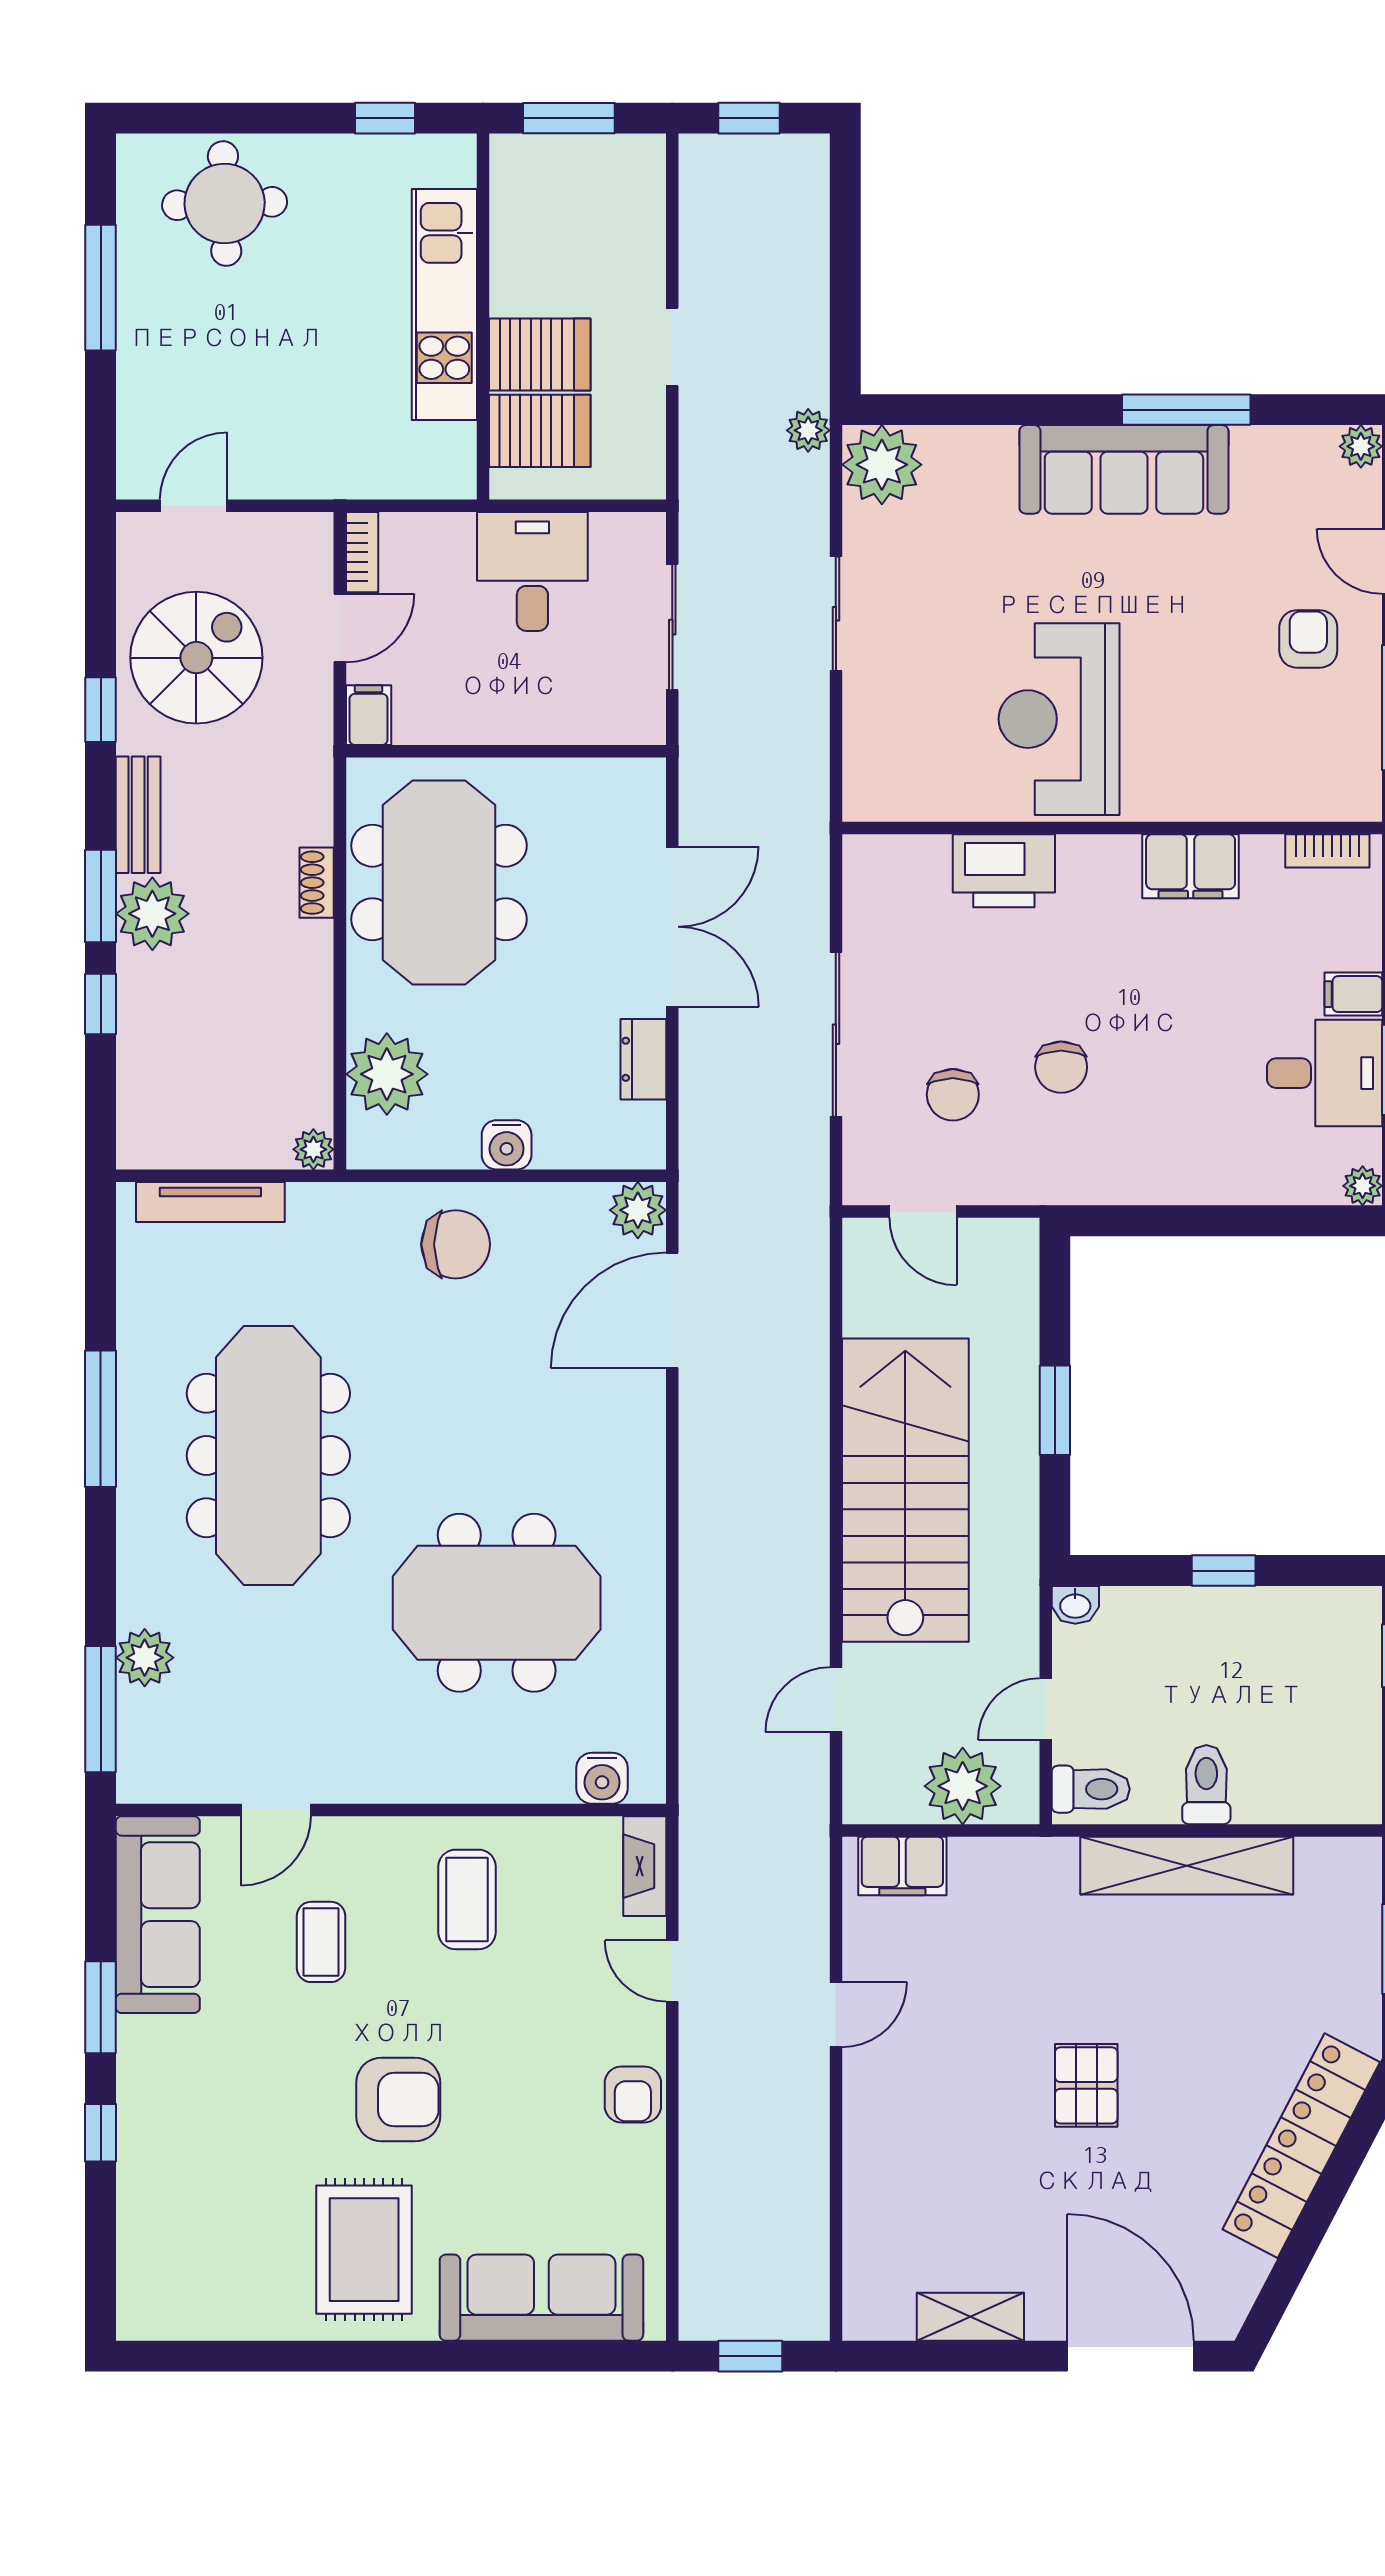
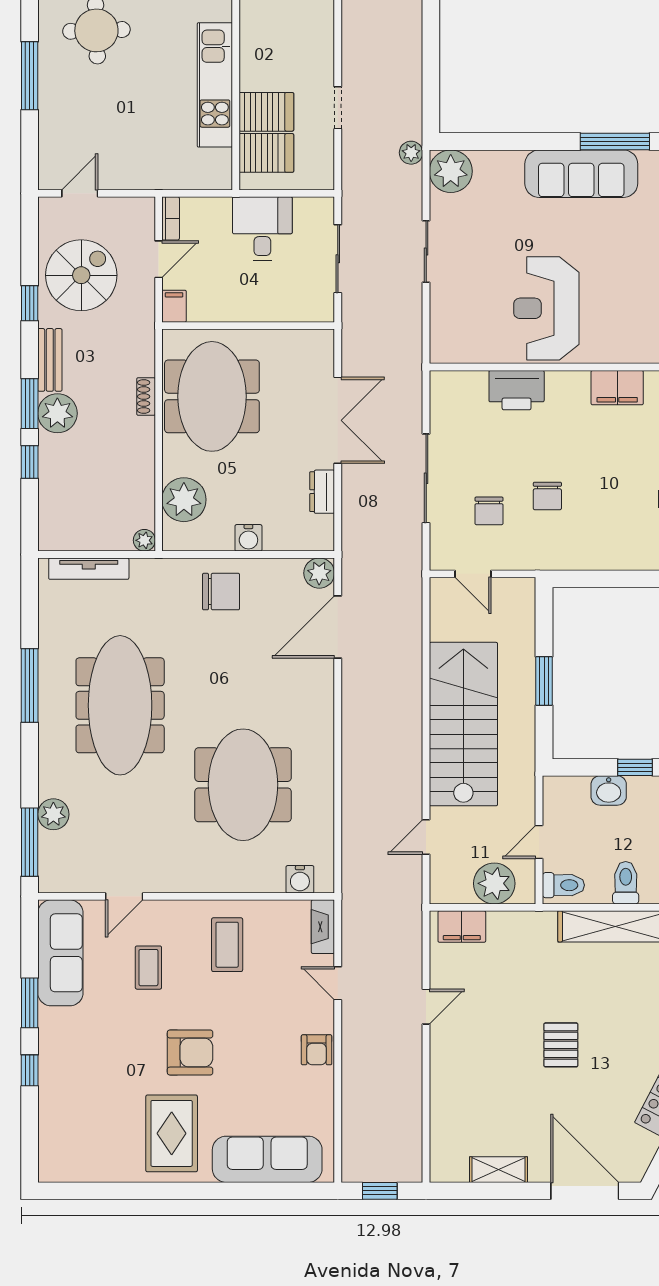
meeting table: (497, 1603) -> (243, 785), turned 90
washbasin: (1075, 1605) -> (609, 790), moved, width x1.38, depth x1.45

